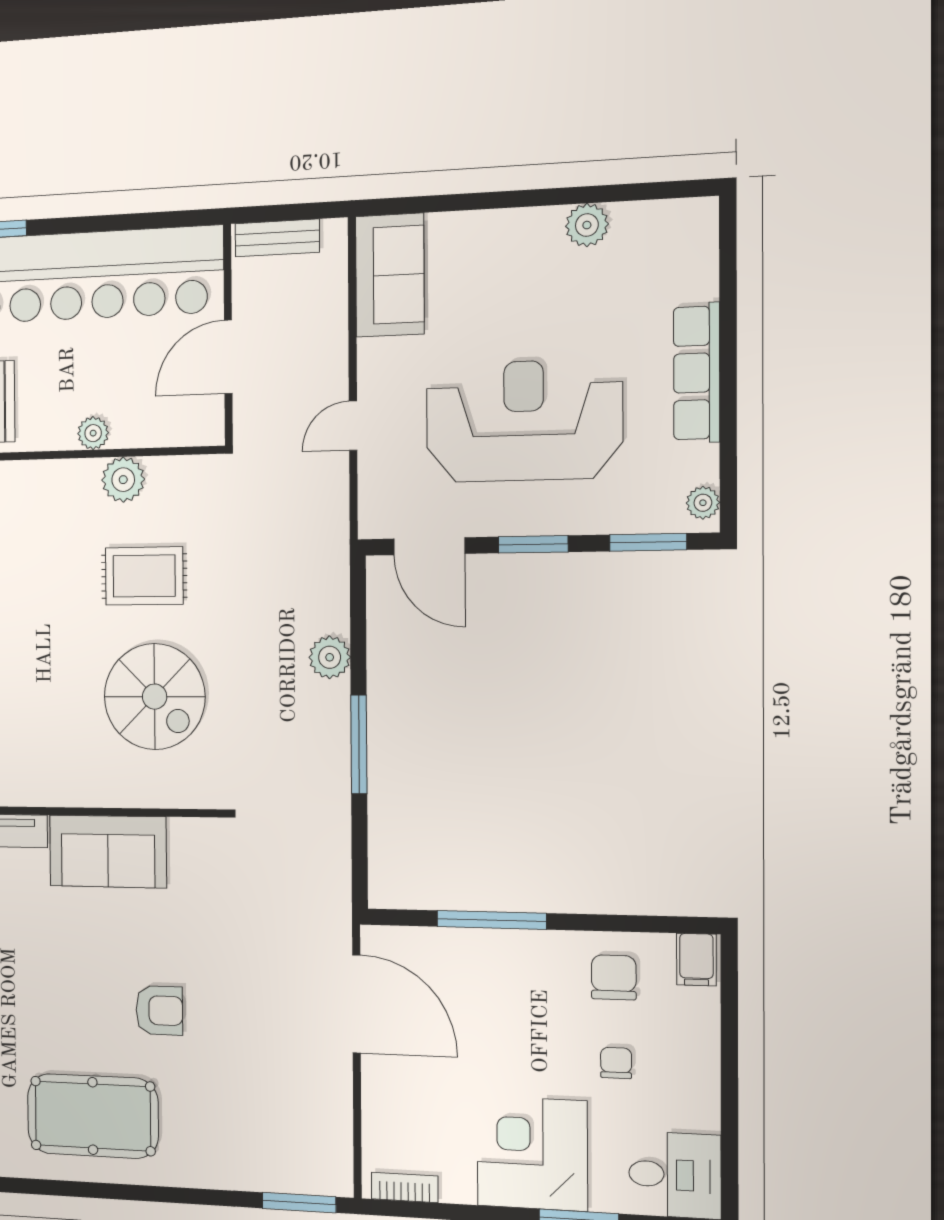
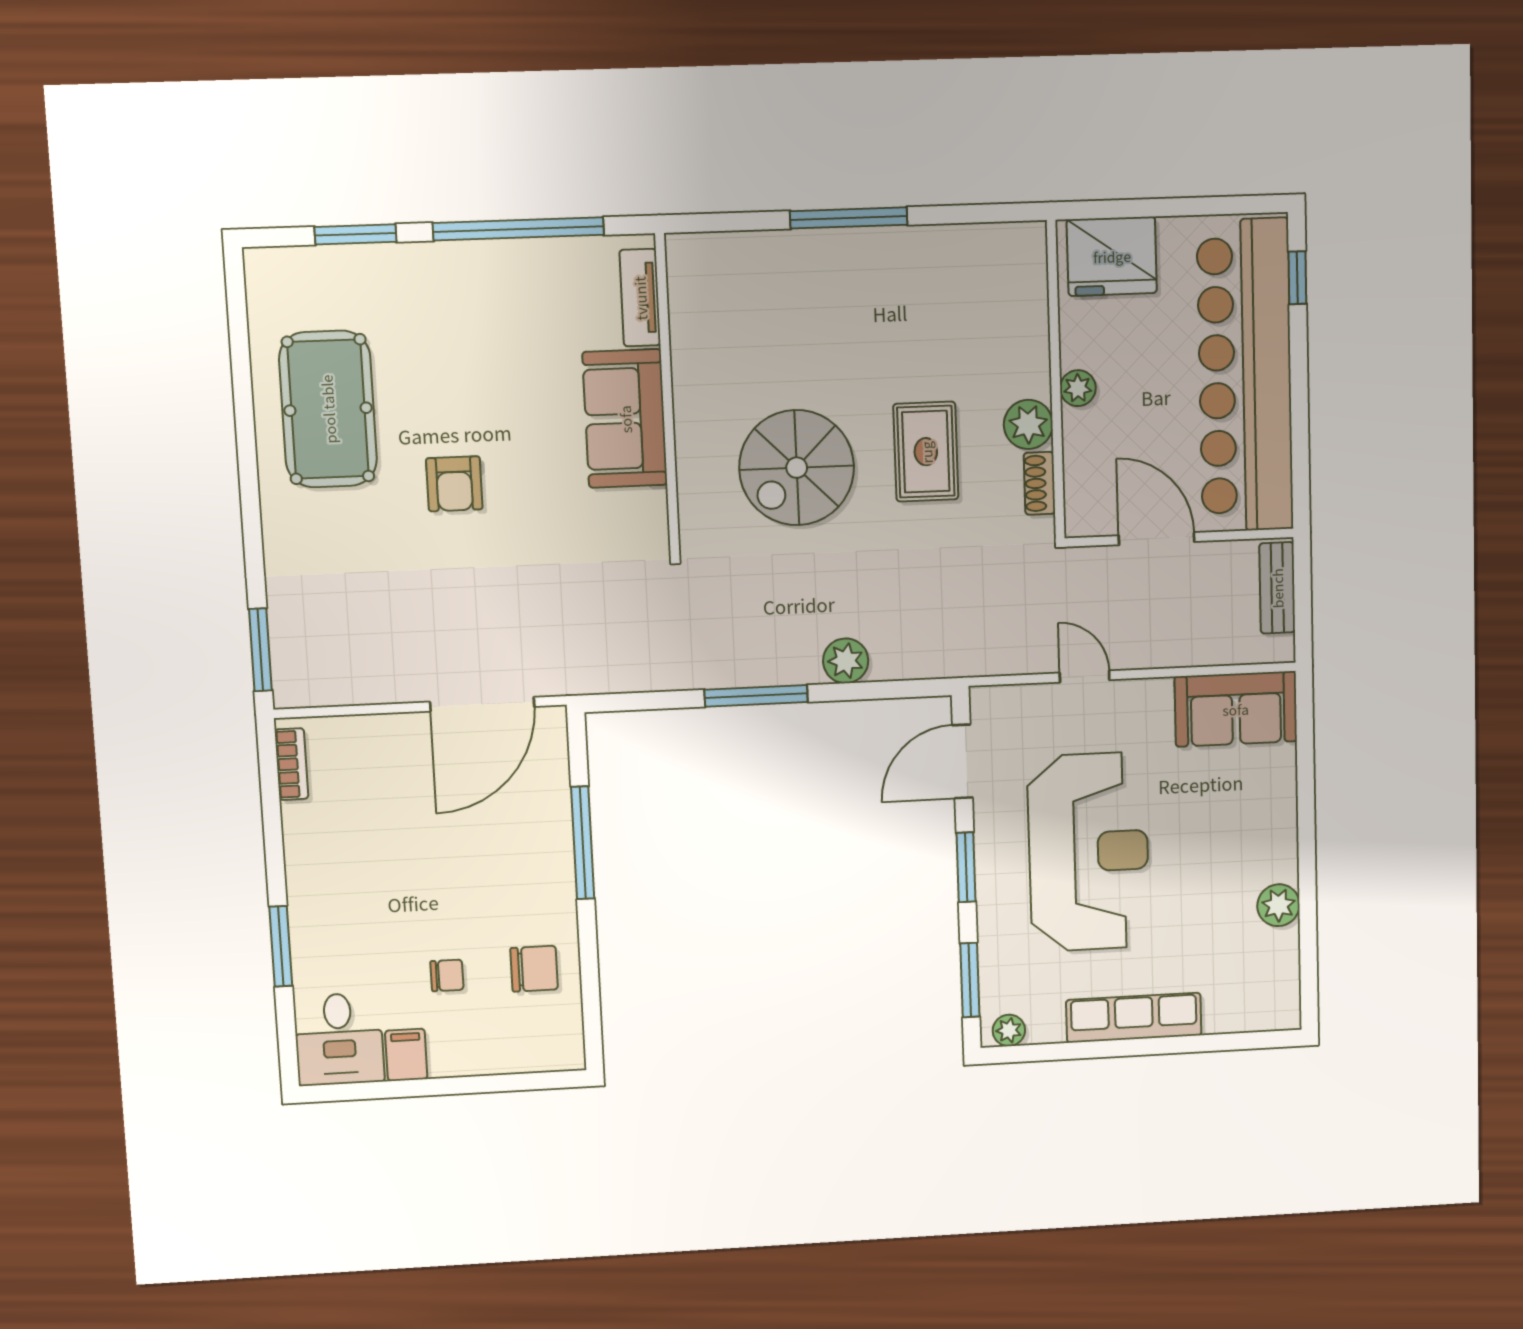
shoe rack: (175, 469) -> (1039, 483), added
filing cabinet: (696, 960) -> (406, 1055), moved, turned 90
corner desk: (532, 1153) -> (344, 896), removed

